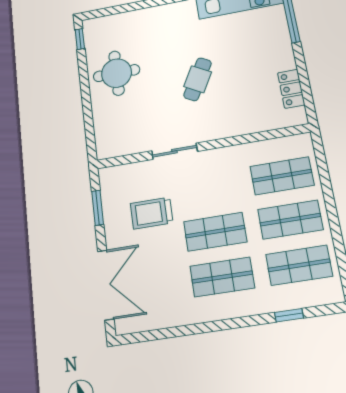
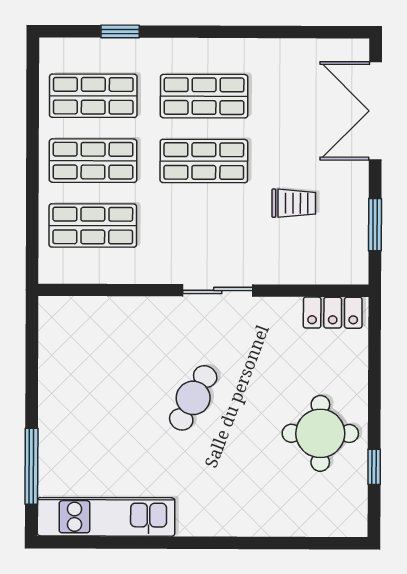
window: (80, 39) -> (374, 467), moved
locker: (291, 89) -> (333, 313), moved, turned 90
sliding door: (174, 151) -> (218, 290), moved
trolley: (152, 213) -> (294, 203), width x0.73, depth x0.72

